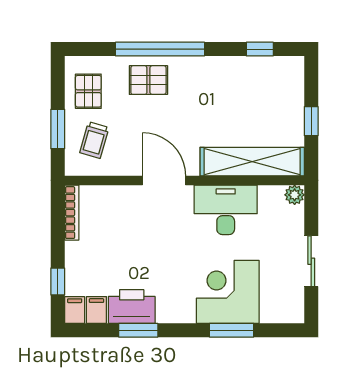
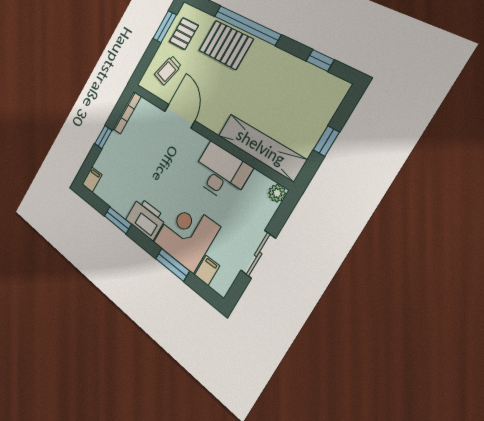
pallet: (148, 80) -> (226, 45), width x1.50, depth x1.42
window: (58, 129) -> (165, 27), moved
door: (164, 180) -> (180, 116), moved
window: (58, 281) -> (103, 137), moved
printer: (132, 306) -> (146, 218), moved
filing cabinet: (96, 310) -> (207, 270), moved

